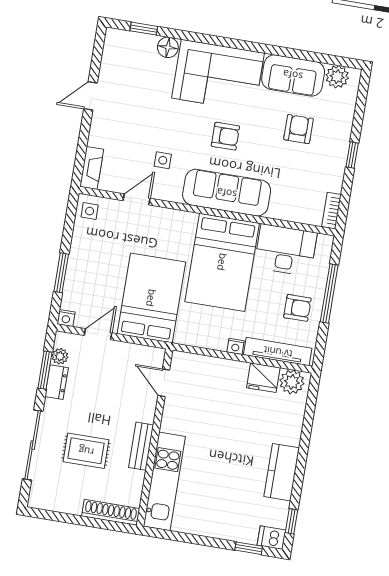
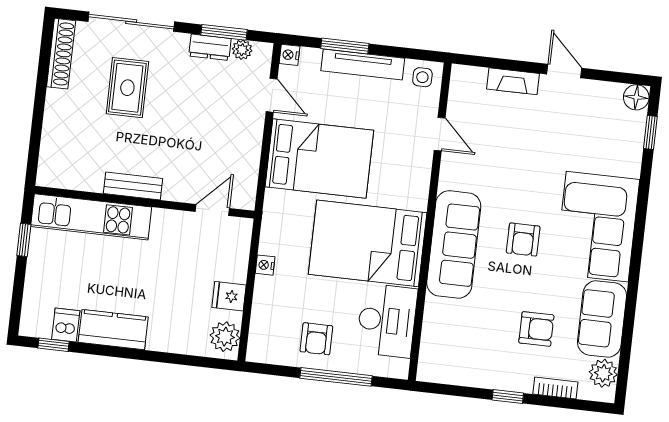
floor lamp: (168, 47) -> (636, 97), moved
side table: (163, 160) -> (489, 164), removed
fireplace: (92, 168) -> (513, 81), moved
bookcase: (331, 211) -> (555, 388), moved
tv unit: (278, 352) -> (363, 64), moved, turned 90
fridge: (263, 378) -> (229, 296), width x0.72
door: (164, 383) -> (212, 210), moved
wall: (155, 438) -> (144, 202), moved
bench: (141, 446) -> (133, 186), moved
kitchen unit: (164, 481) -> (91, 217), moved
shoe rack: (111, 512) -> (61, 54), moved
dishwasher: (271, 538) -> (66, 325), moved
window: (249, 548) -> (24, 240), moved

